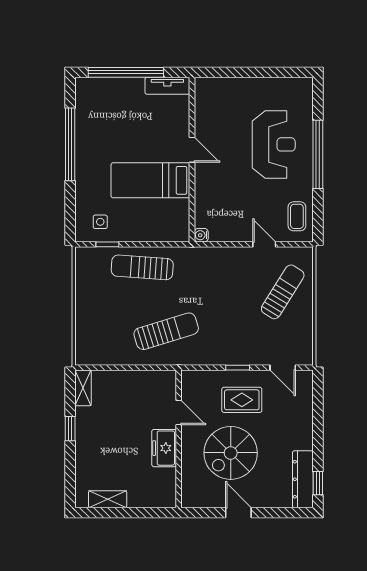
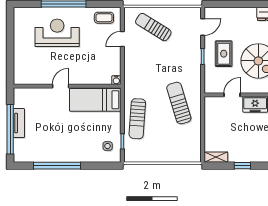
tv unit: (167, 86) -> (19, 123), moved
bed: (150, 180) -> (95, 100), moved, turned 90

